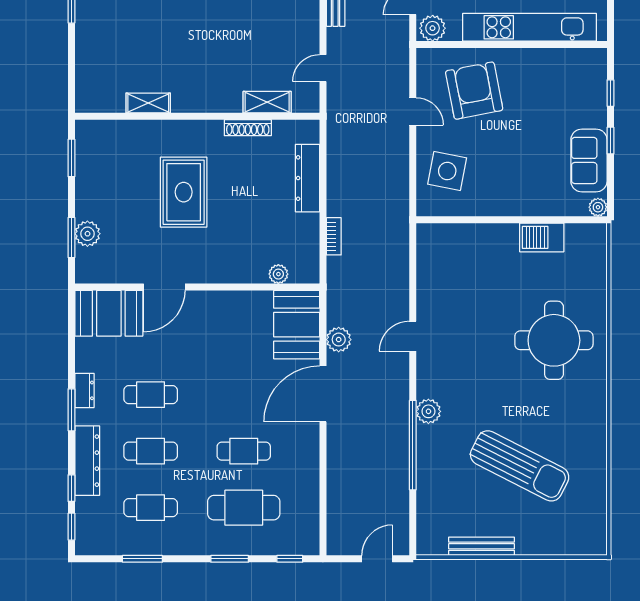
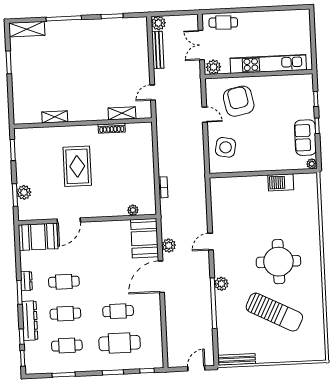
dresser: (308, 178) -> (147, 155), removed
round table: (554, 340) -> (278, 262), moved
bench: (482, 546) -> (237, 359), moved

